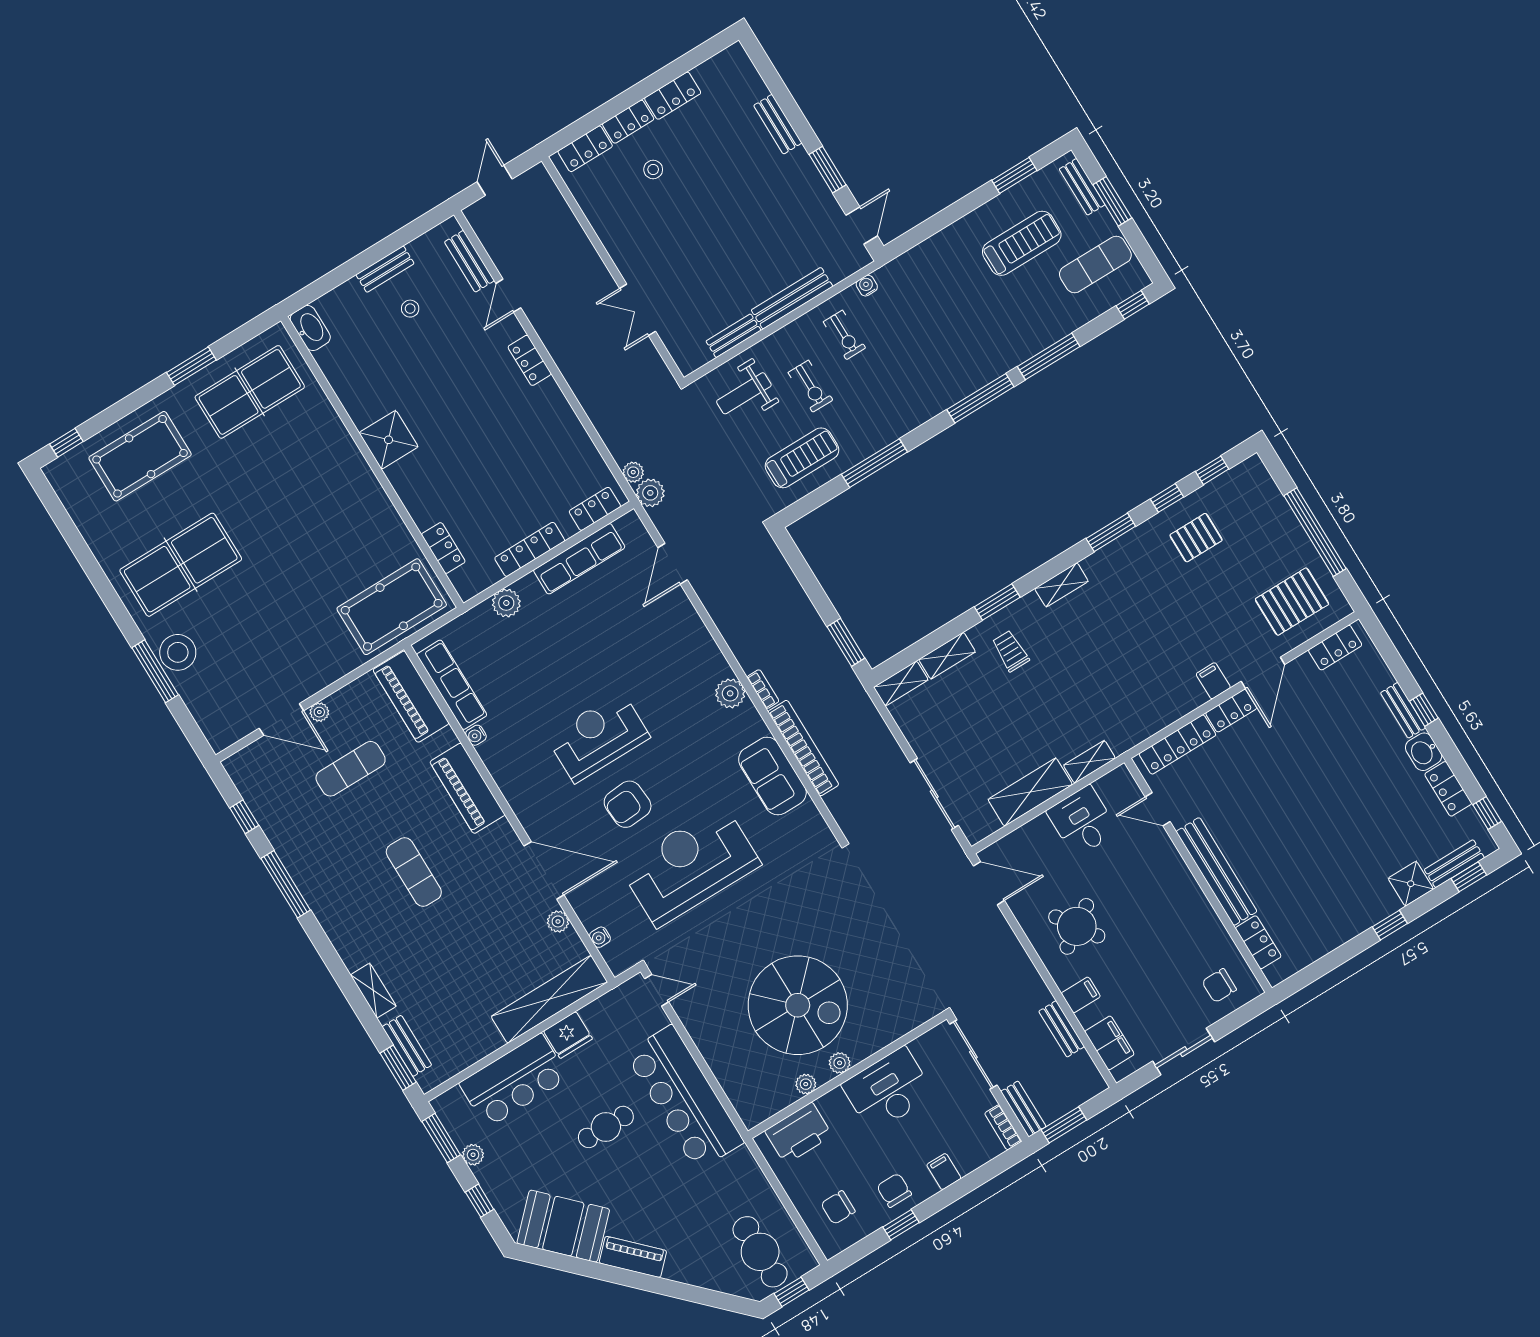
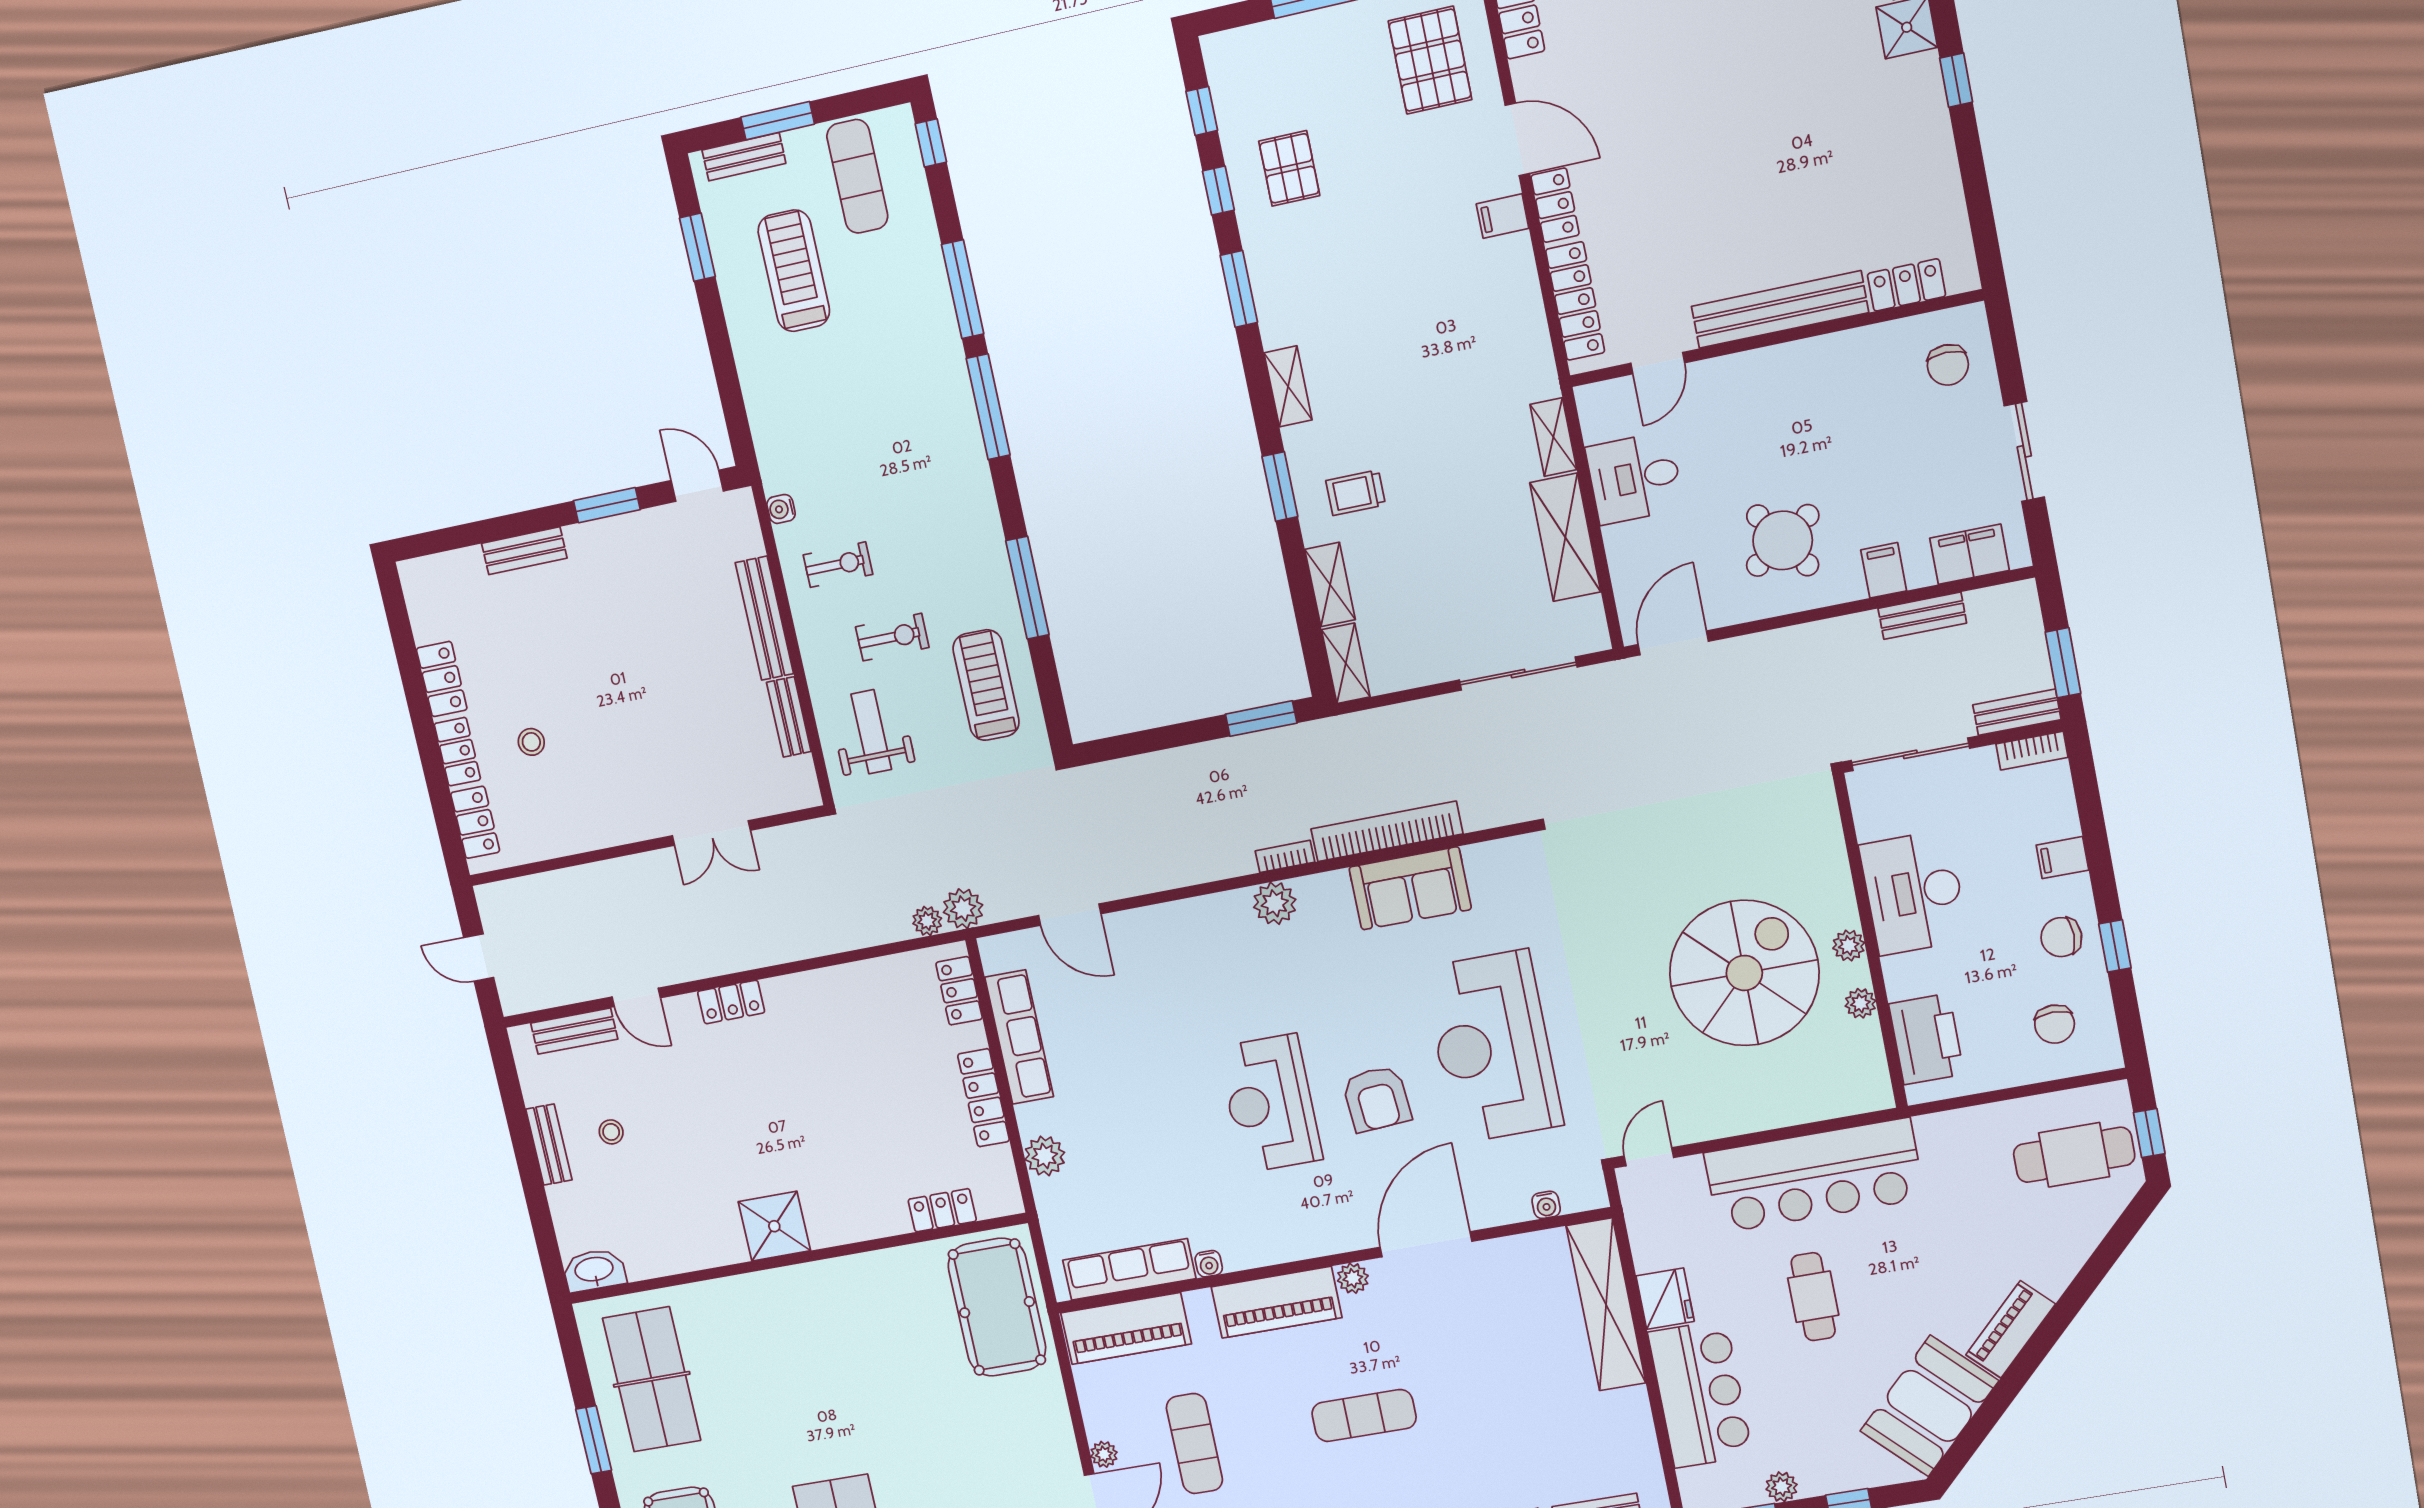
weight bench: (744, 393) -> (871, 732), turned 180
plant: (558, 921) -> (1353, 1278), moved

